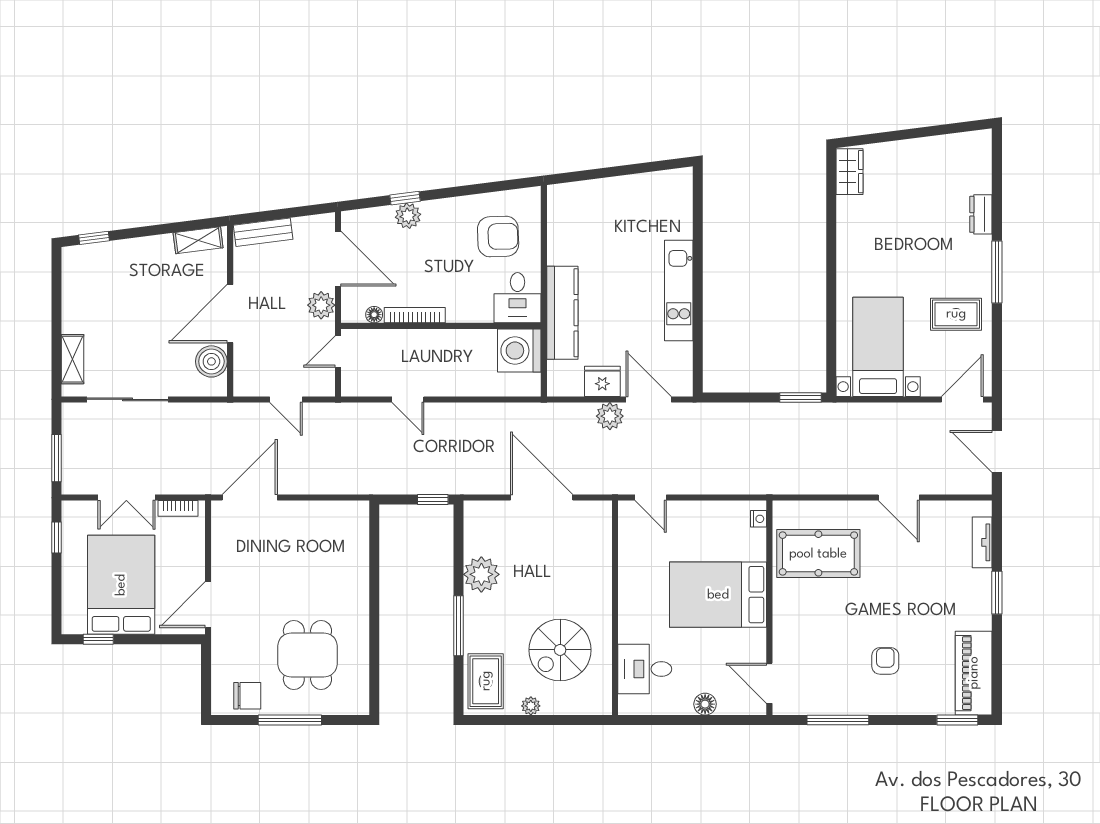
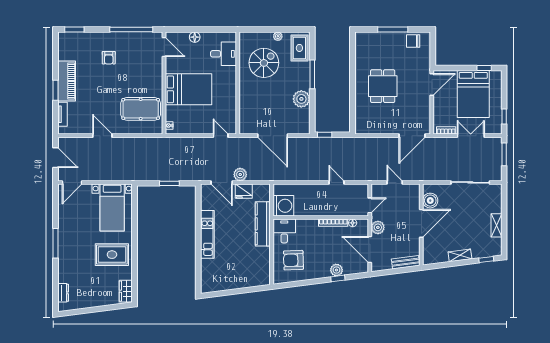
dresser: (981, 214) -> (63, 293), moved
shelving: (198, 240) -> (460, 255), moved
rug: (956, 314) -> (112, 255), moved, width x1.36, depth x1.43
shelving: (73, 359) -> (496, 225), moved
window: (800, 397) -> (169, 183), moved
dining table: (307, 655) -> (383, 86), moved
piano: (974, 673) -> (67, 81), moved
window: (838, 720) -> (131, 29), width x1.46

